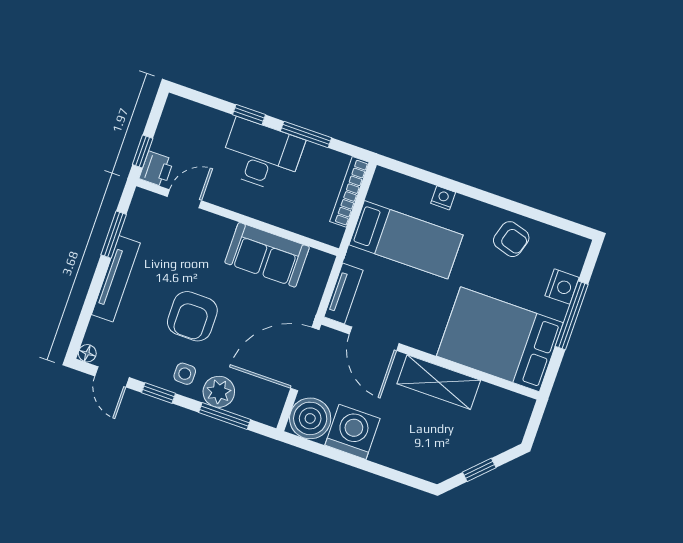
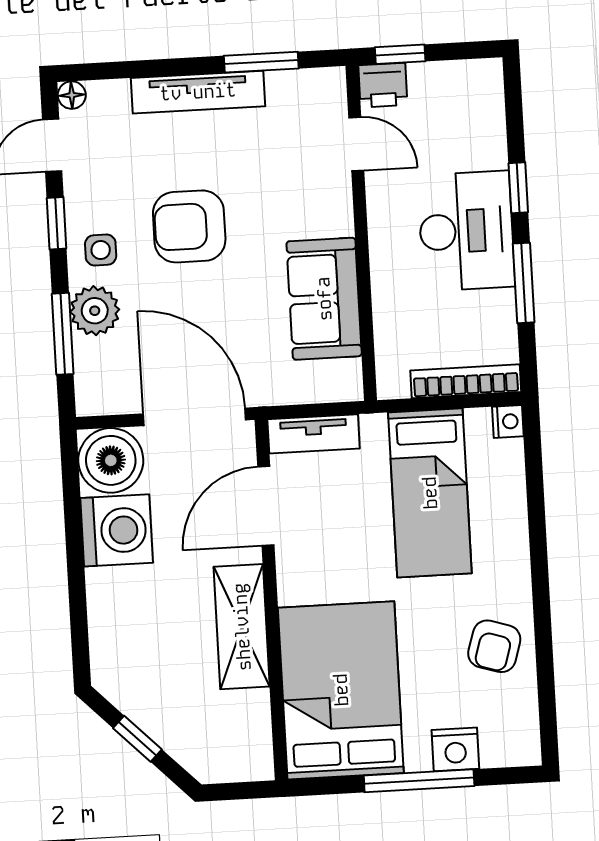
nightstand: (443, 198) -> (508, 421), moved

